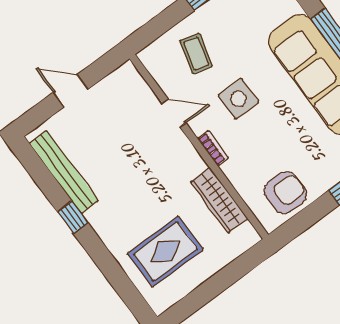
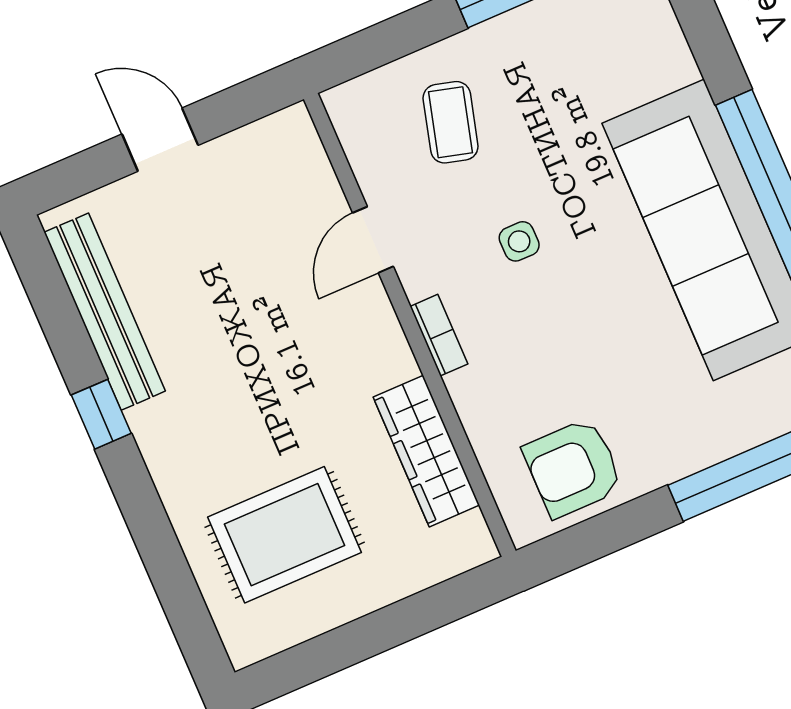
side table: (238, 99) -> (519, 241), width x0.54, depth x0.54
door: (174, 113) -> (373, 240), swing flipped
armchair: (285, 193) -> (573, 468), turned 180

